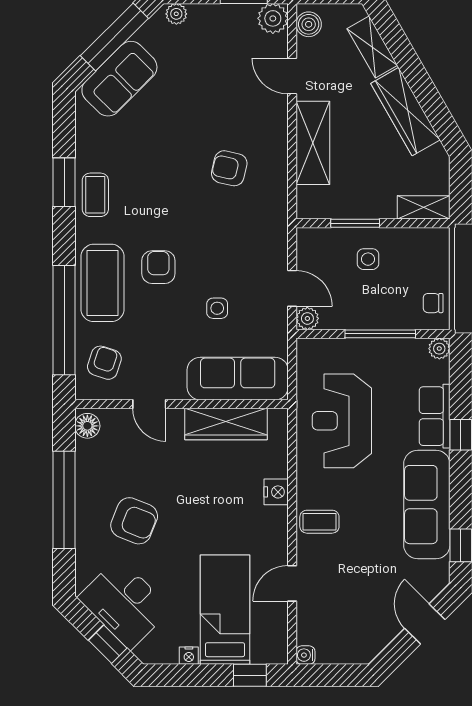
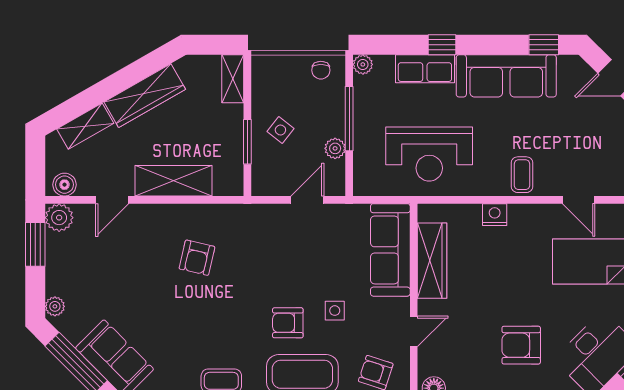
side table: (368, 259) -> (280, 130), turned 38
side table: (217, 308) -> (335, 311), moved
plant: (307, 318) -> (335, 148), moved
armchair: (134, 521) -> (521, 345), turned -112

